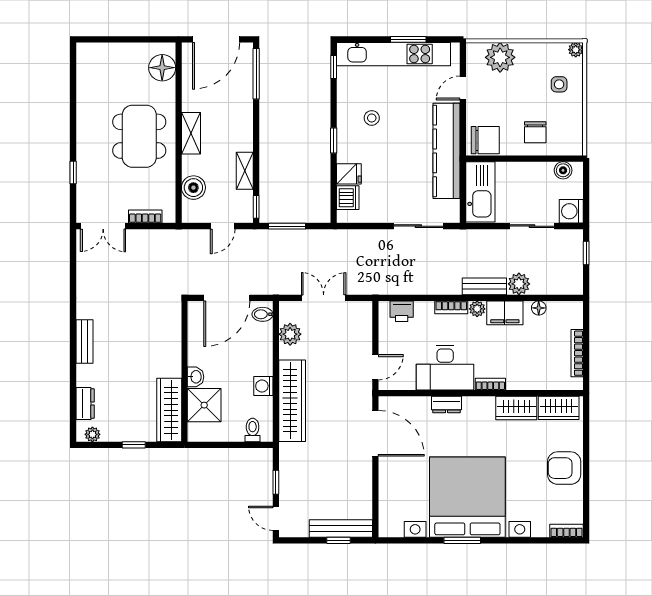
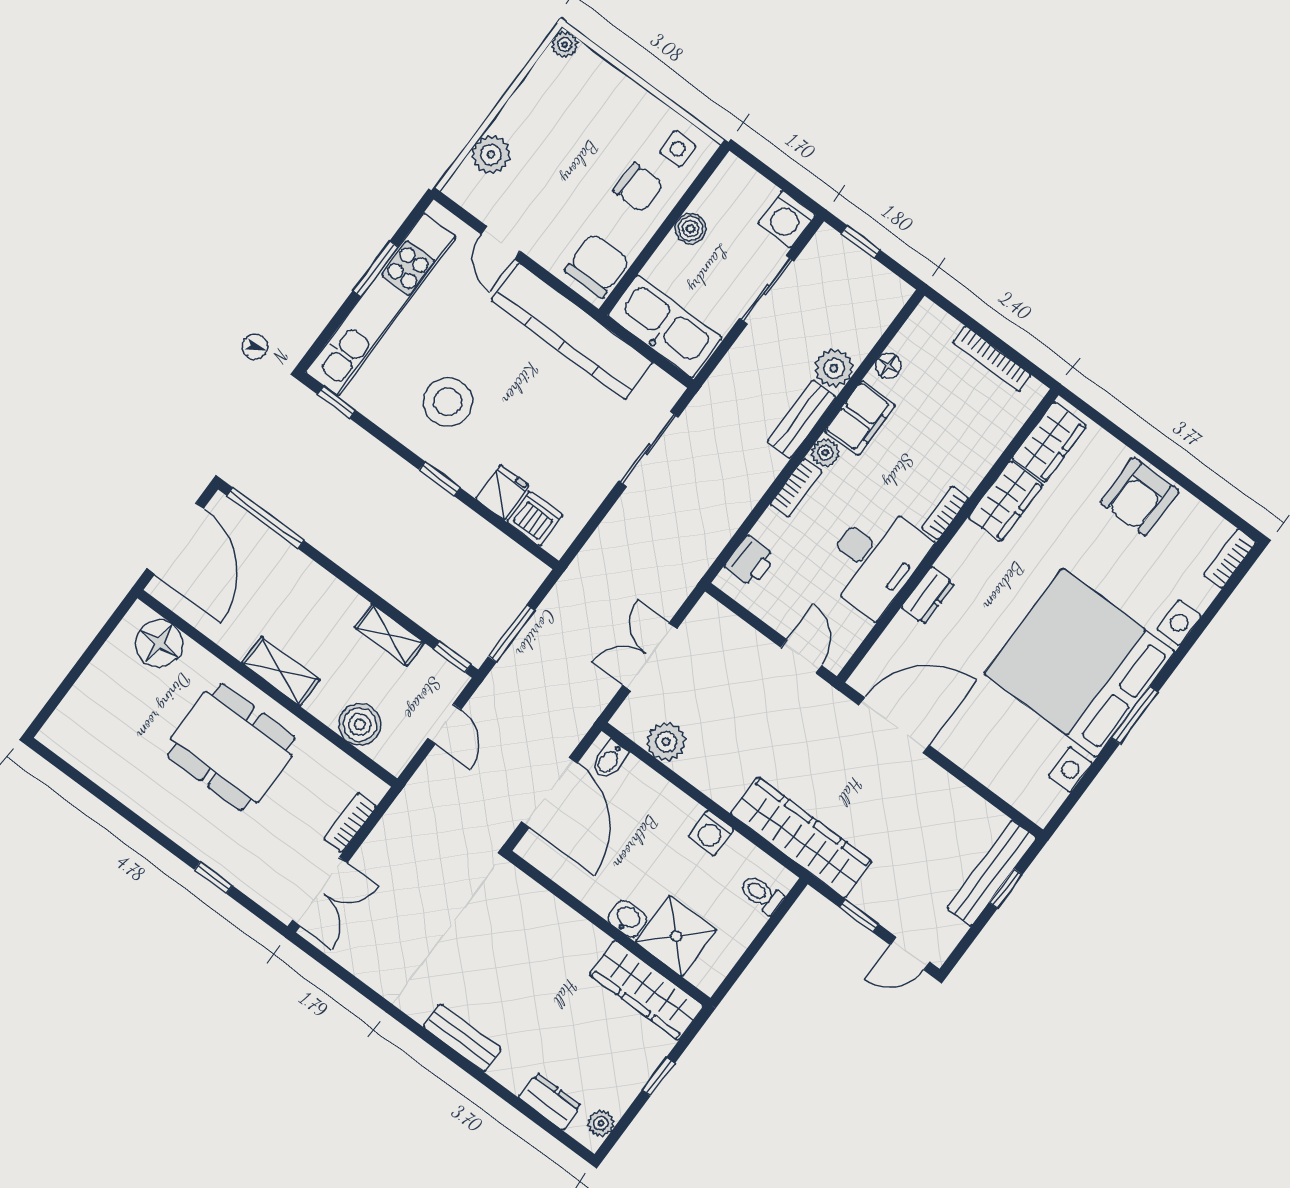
plant: (500, 57) -> (491, 154), width x0.73, depth x0.73
side table: (559, 84) -> (678, 149), moved
stool: (372, 118) -> (448, 402), width x1.89, depth x1.89
boiler: (563, 170) -> (691, 229), moved
wardrobe: (292, 401) -> (801, 838), moved

